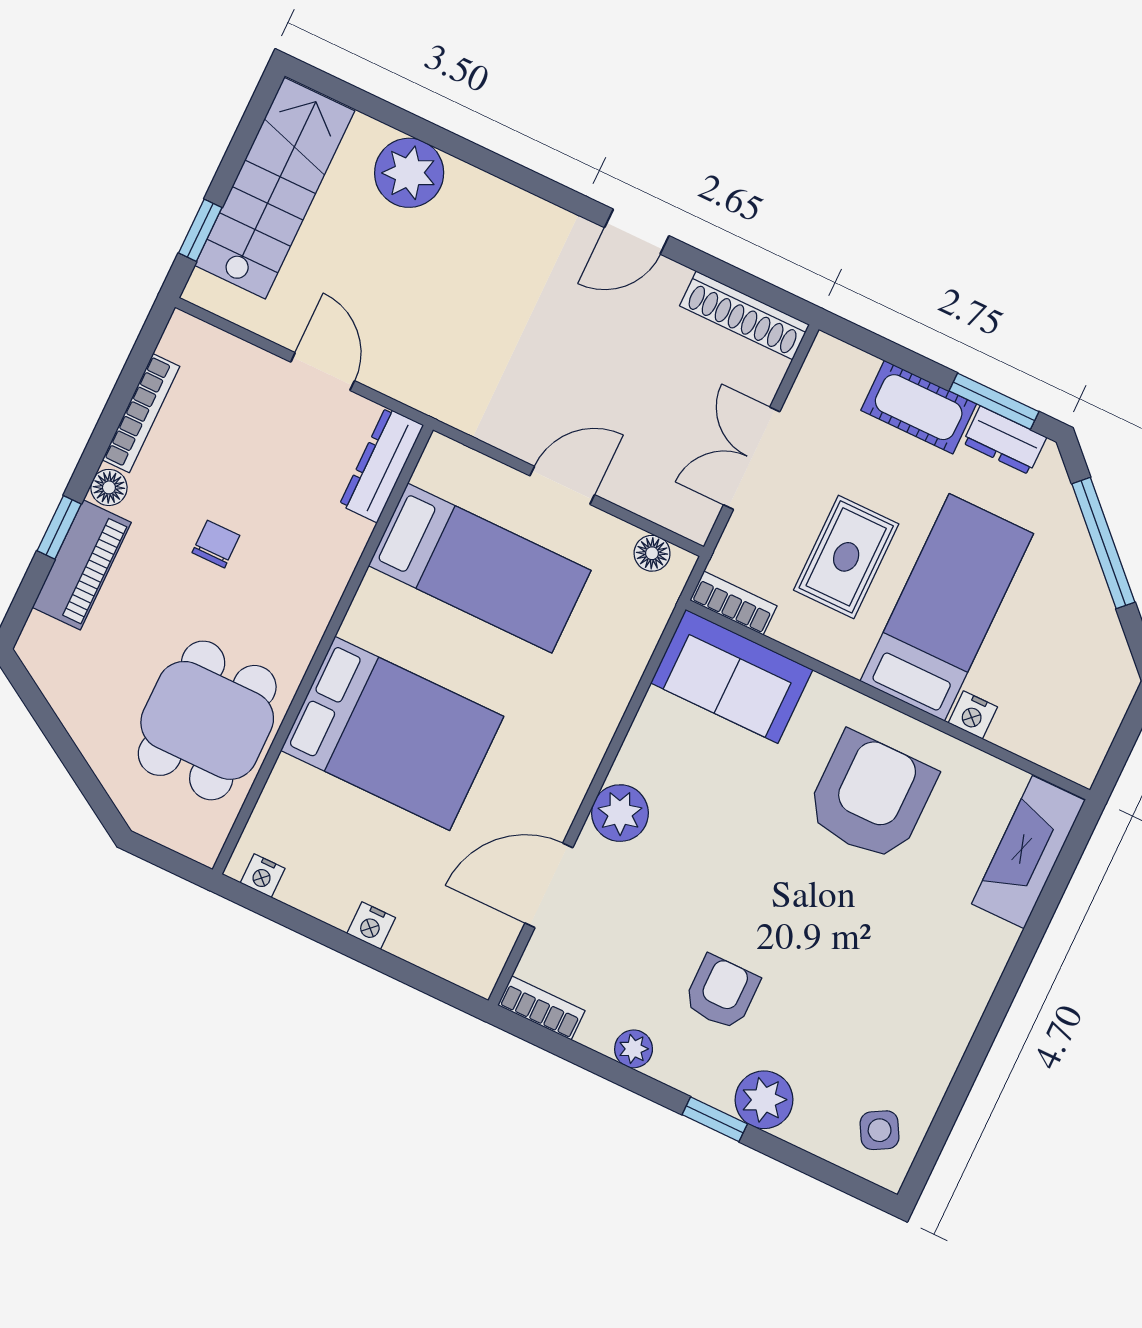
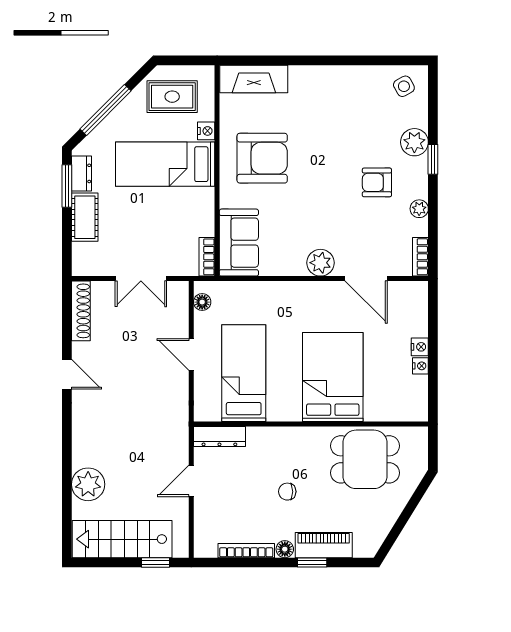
rug: (846, 557) -> (172, 97), moved
armchair: (871, 797) -> (262, 158), turned 180
nightstand: (263, 876) -> (420, 366), moved

